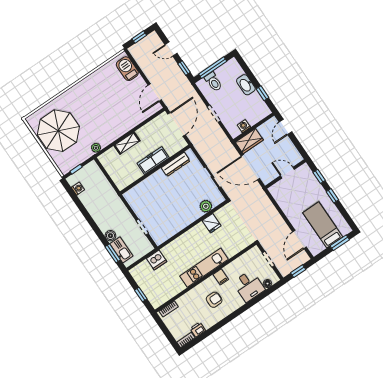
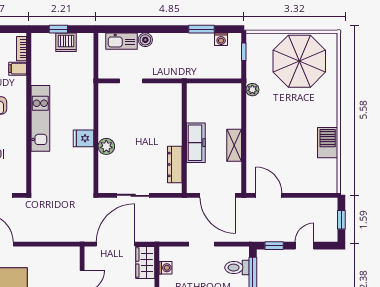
barbecue: (127, 69) -> (328, 143), moved, turned -90
shelving: (127, 143) -> (234, 145), moved
plant: (206, 206) -> (106, 146), moved
fridge: (212, 223) -> (83, 138), moved
window: (113, 253) -> (202, 29), moved
dishwasher: (157, 260) -> (66, 42), moved, turned -90
filing cabinet: (221, 277) -> (18, 69), moved

